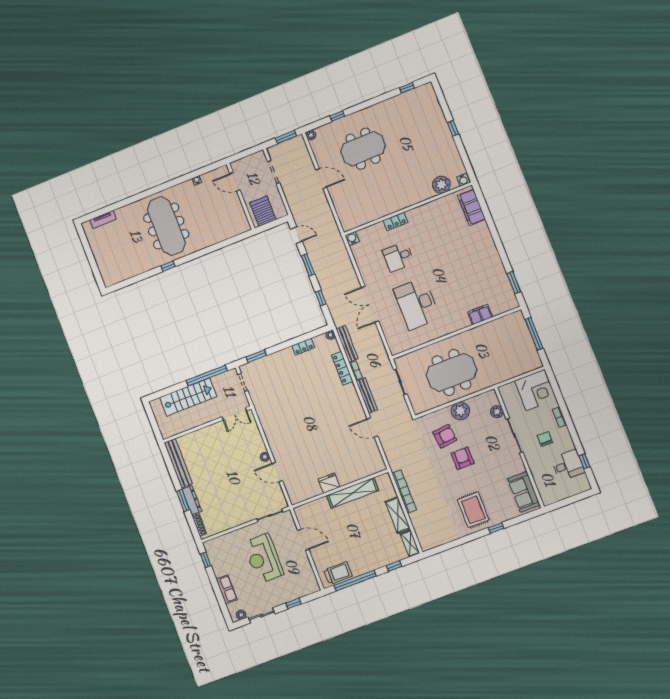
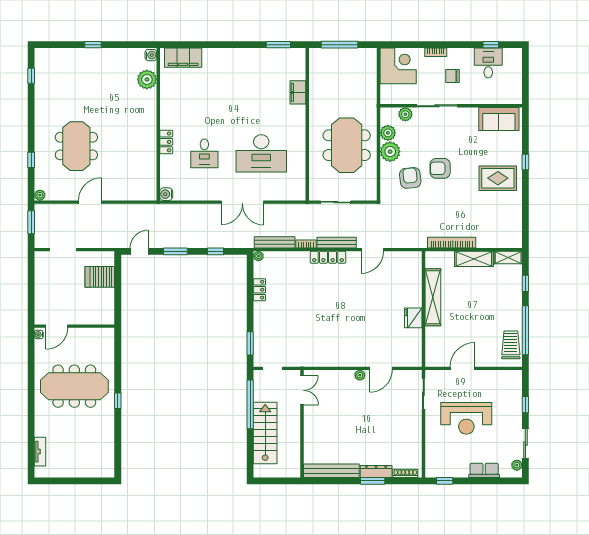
door: (235, 182) -> (57, 326), moved
wall: (241, 196) -> (74, 326), moved
locker: (342, 368) -> (328, 257), moved
plant: (475, 403) -> (388, 133), added

